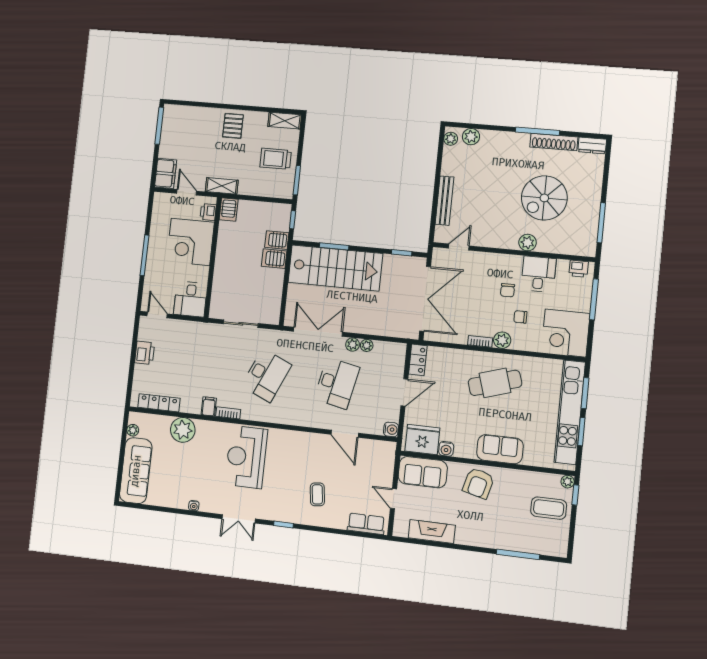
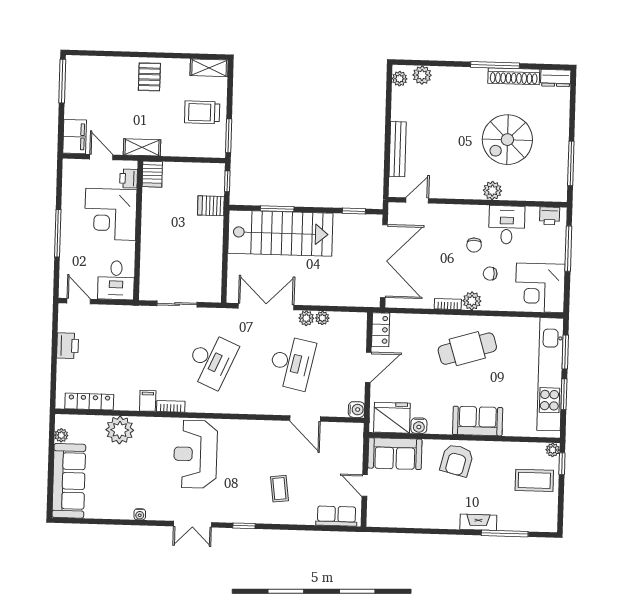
server rack: (274, 259) -> (210, 227), removed
fireplace: (432, 532) -> (478, 522), moved, width x0.73, depth x0.76

